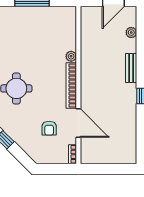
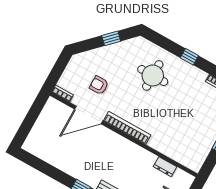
dresser: (86, 36) -> (165, 167), added
plant: (71, 56) -> (154, 143), removed

